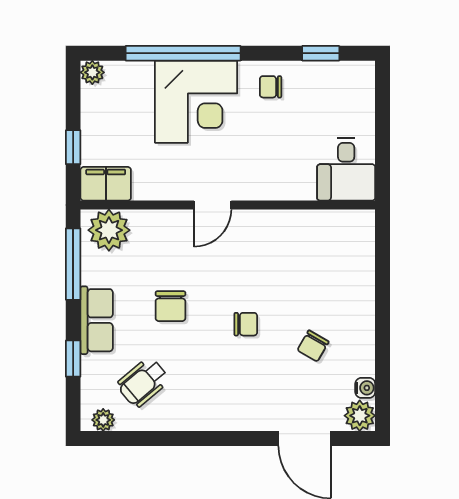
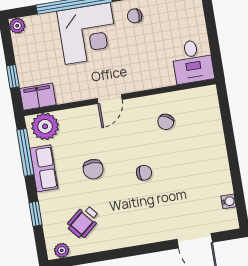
row of seats: (97, 320) -> (44, 168), moved
chair: (313, 346) -> (166, 122), moved
plant: (360, 416) -> (228, 220), removed

